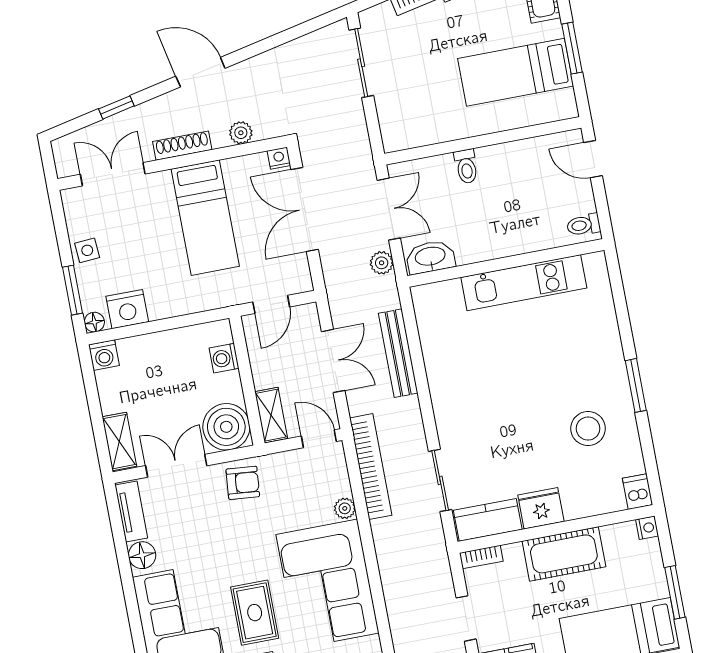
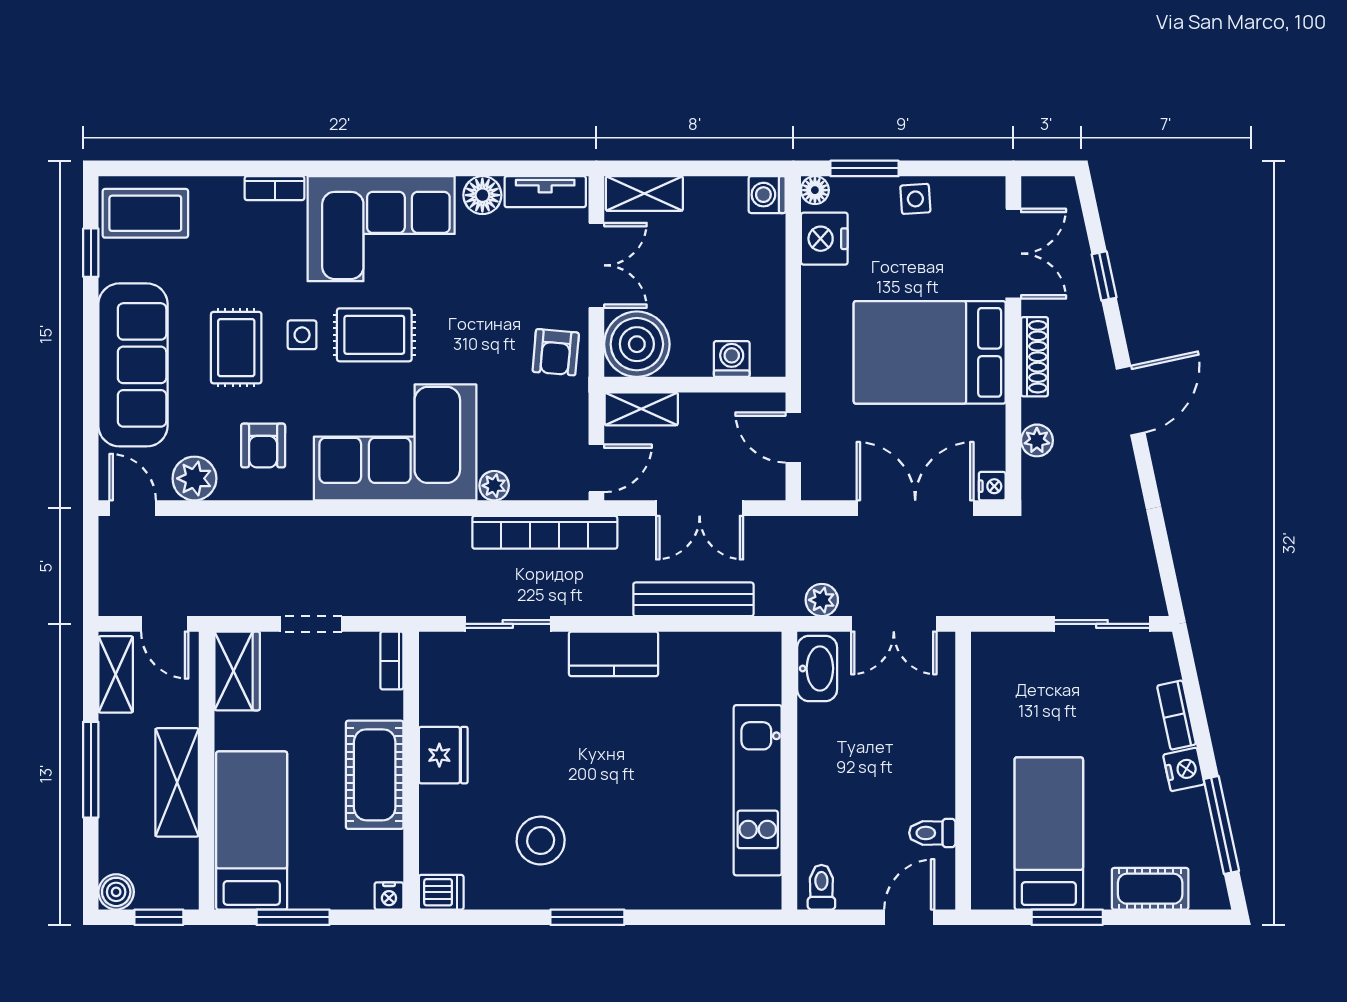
toilet: (466, 166) -> (932, 833), moved
bed: (205, 218) -> (930, 352), width x1.50
kitchen counter: (488, 520) -> (614, 654), moved, turned 90

